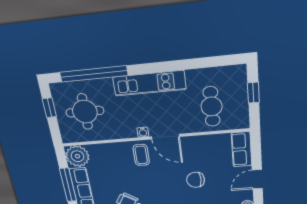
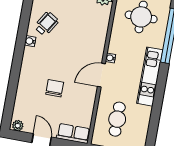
cafe table: (212, 107) -> (117, 119), turned 90
coffee table: (141, 155) -> (90, 50), removed

